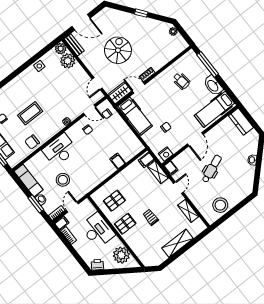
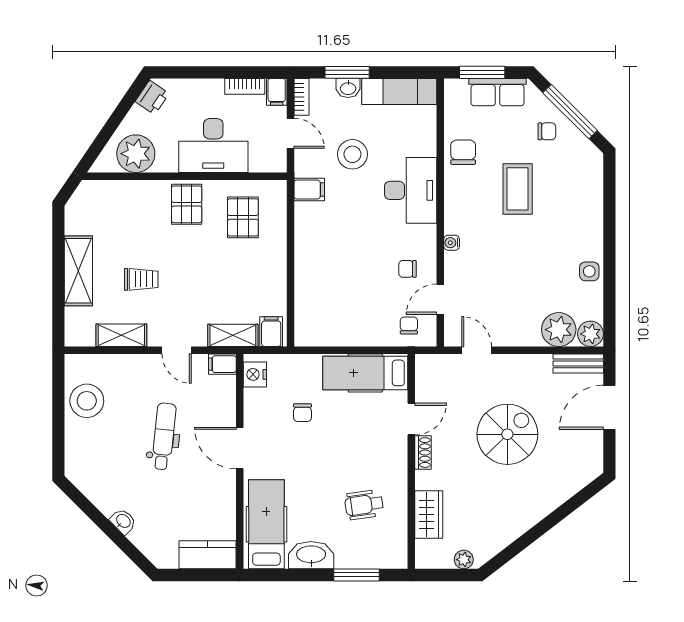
window: (141, 13) -> (541, 528), removed
spiral stairs: (118, 50) -> (507, 434), turned -90
window: (208, 64) -> (357, 575), width x0.69
wardrobe: (120, 93) -> (429, 515), moved
filing cabinet: (118, 161) -> (309, 190), moved
dental chair: (212, 169) -> (164, 436), turned -152
trolley: (151, 217) -> (141, 279), moved

